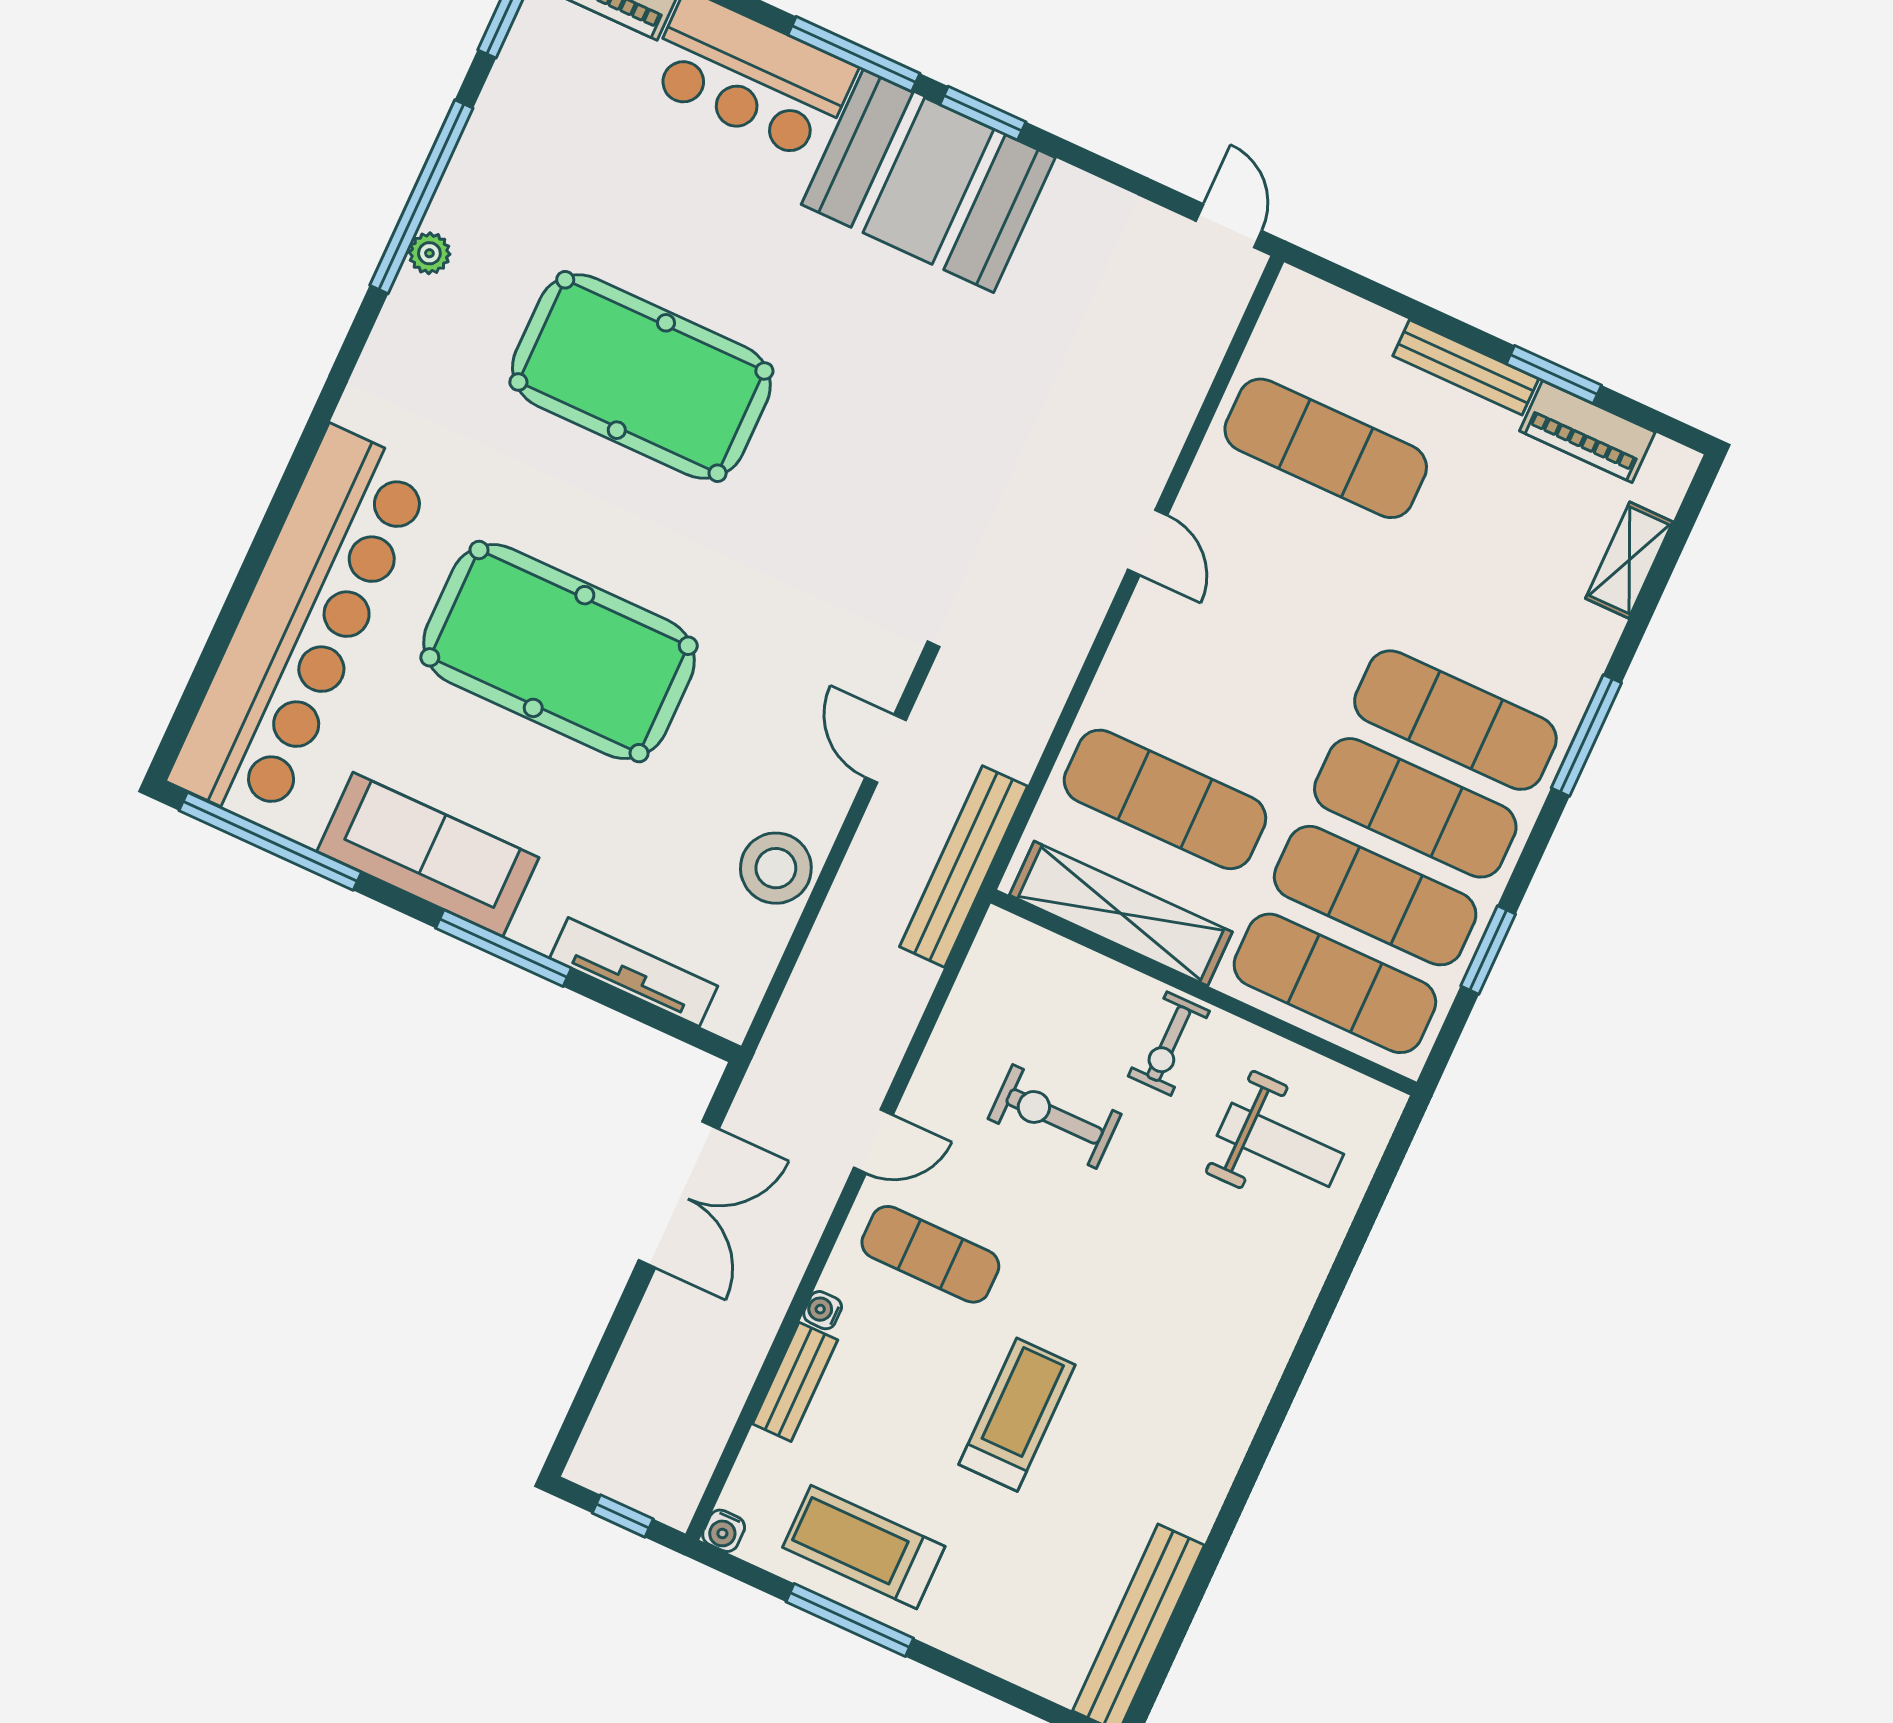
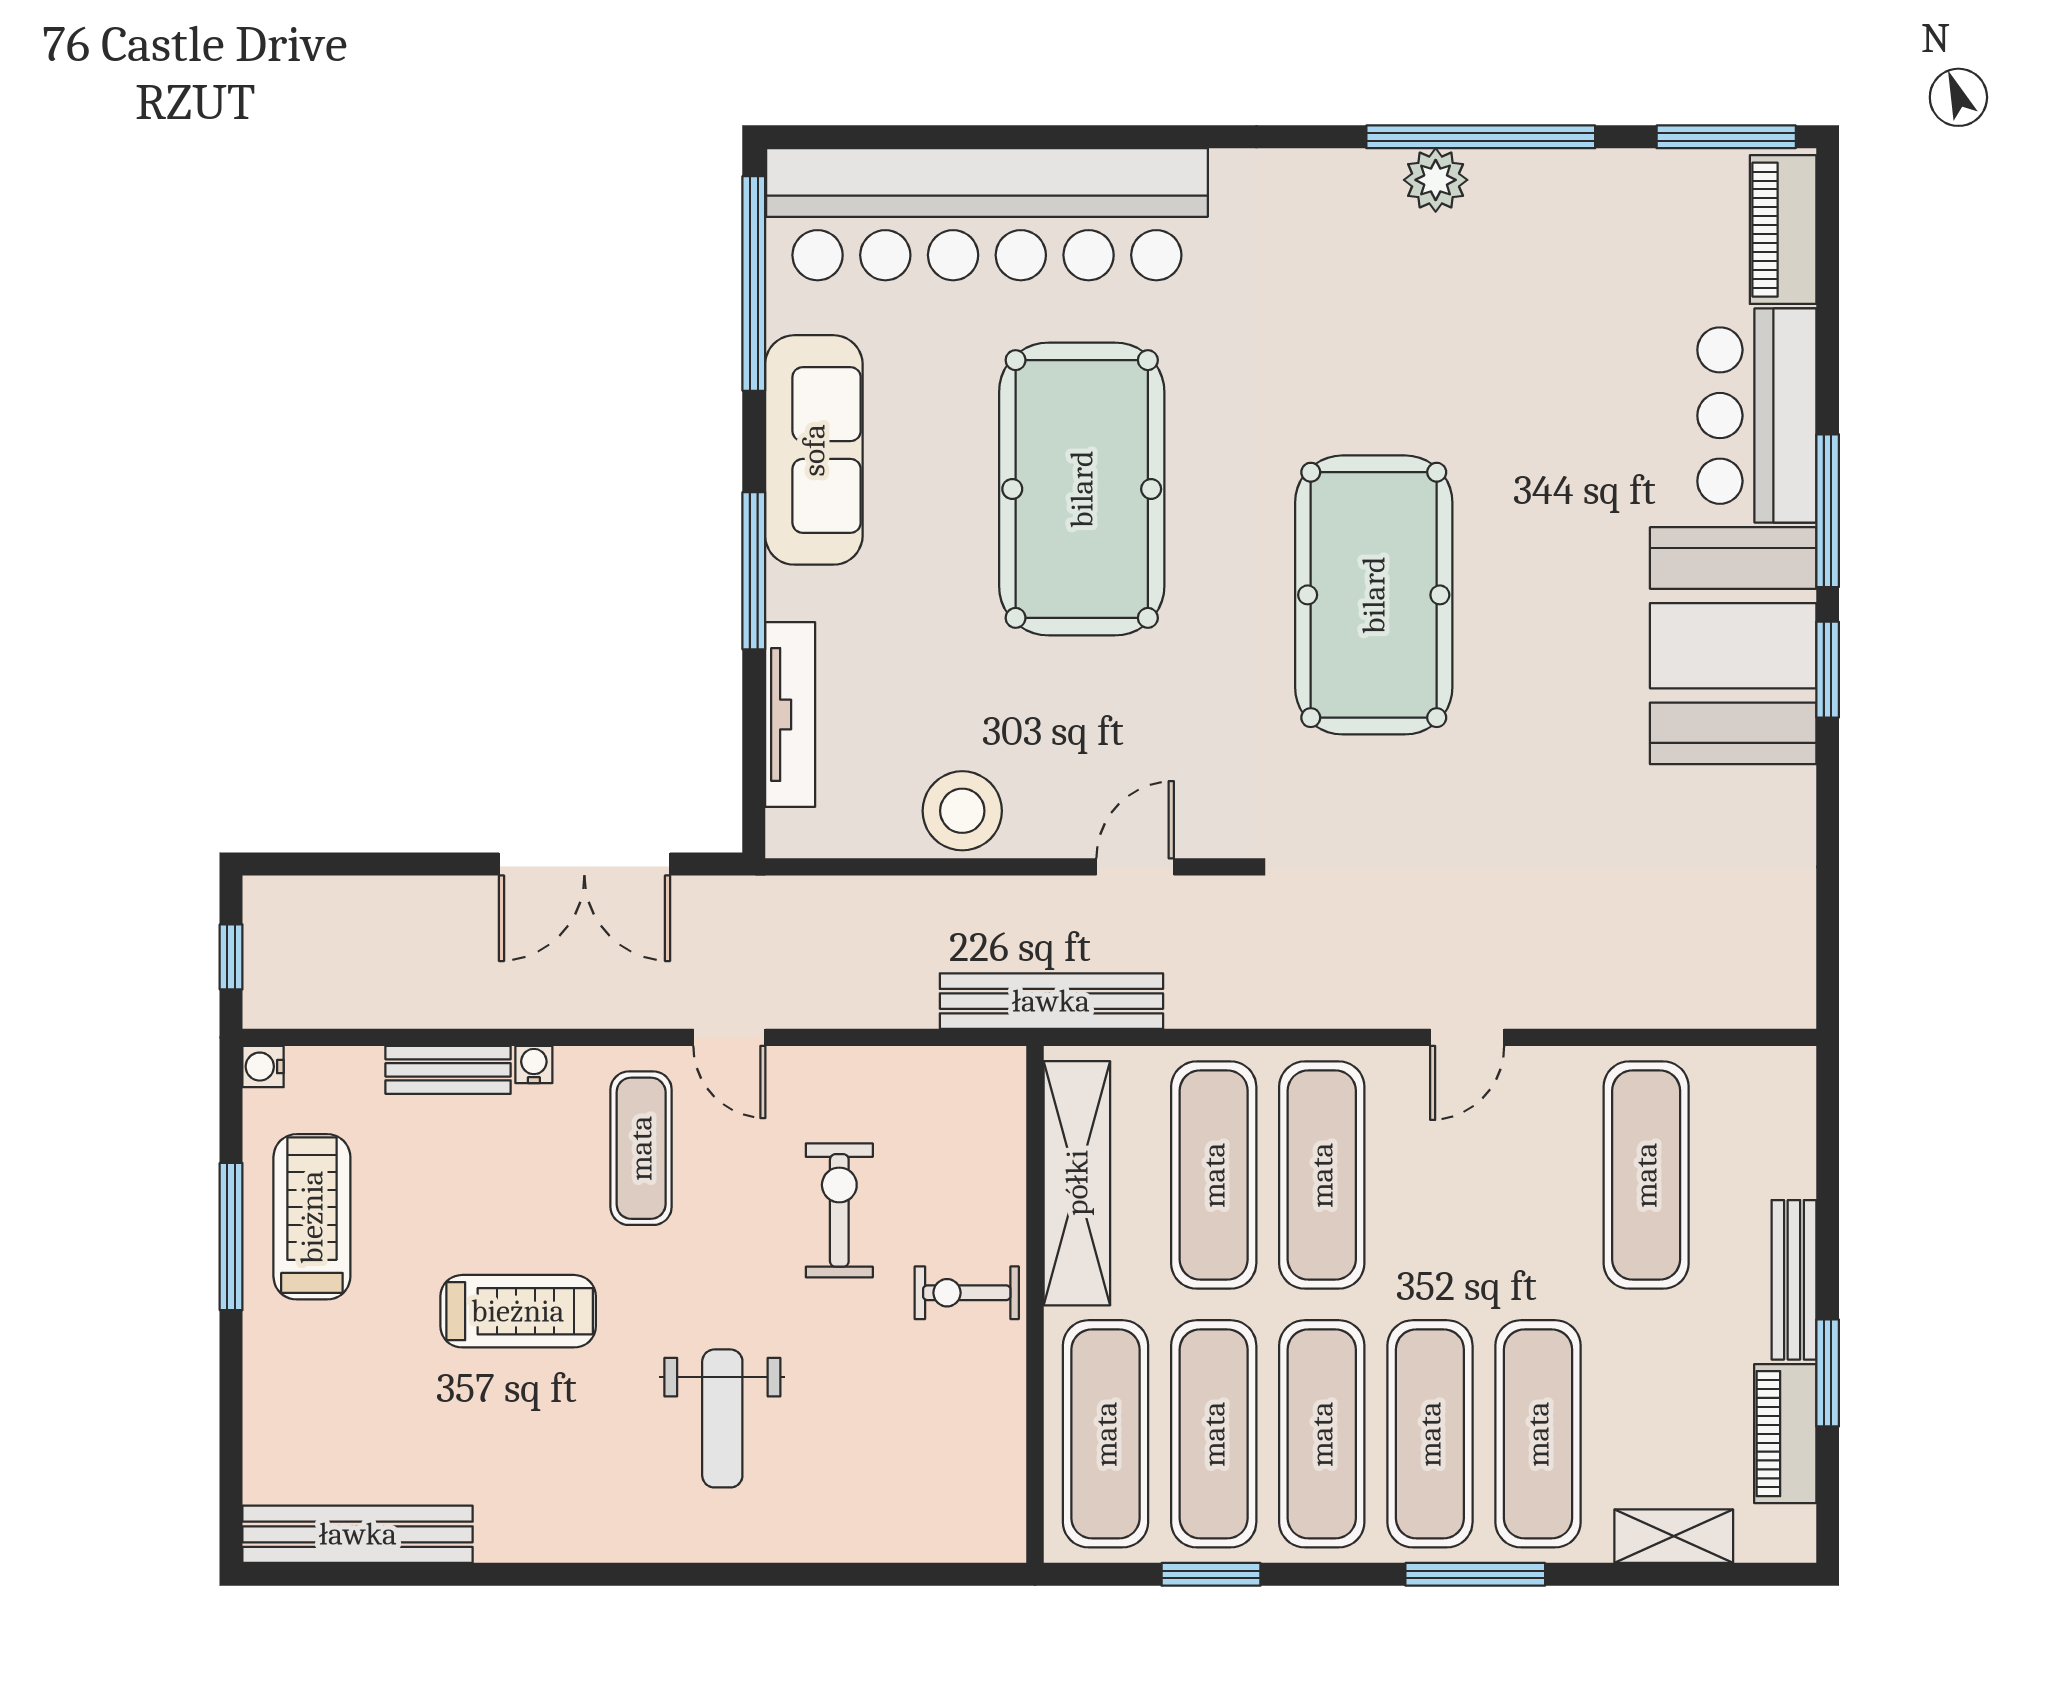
door: (1229, 226) -> (1828, 972), removed
plant: (429, 253) -> (1436, 180), width x1.38, depth x1.38
pool table: (641, 376) -> (1374, 595), moved
exercise mat: (1496, 632) -> (1538, 1434), added
exercise mat: (1205, 712) -> (1322, 1175), added
weight bench: (1280, 1145) -> (722, 1418), moved

